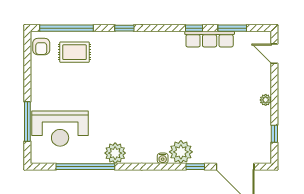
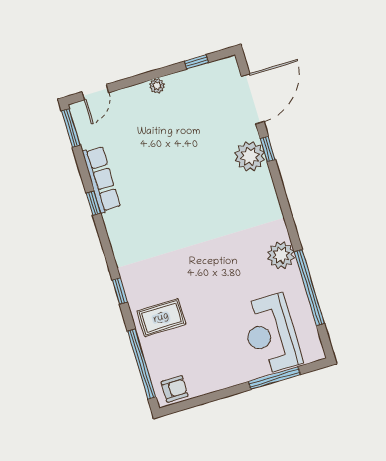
window: (232, 28) -> (71, 128), moved
rug: (74, 52) -> (161, 318), moved, turned 90
reception desk: (60, 129) -> (271, 334), turned 180
plant: (181, 152) -> (250, 156), moved
water cooler: (163, 158) -> (270, 193), removed

